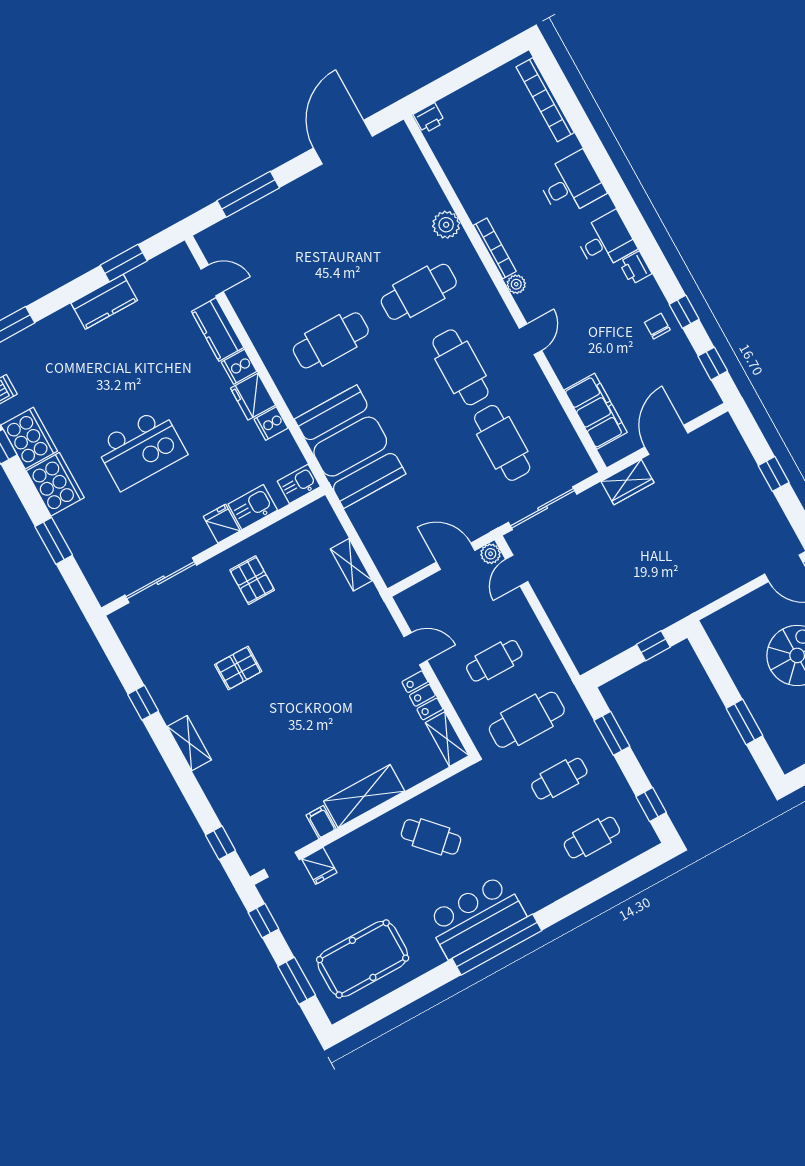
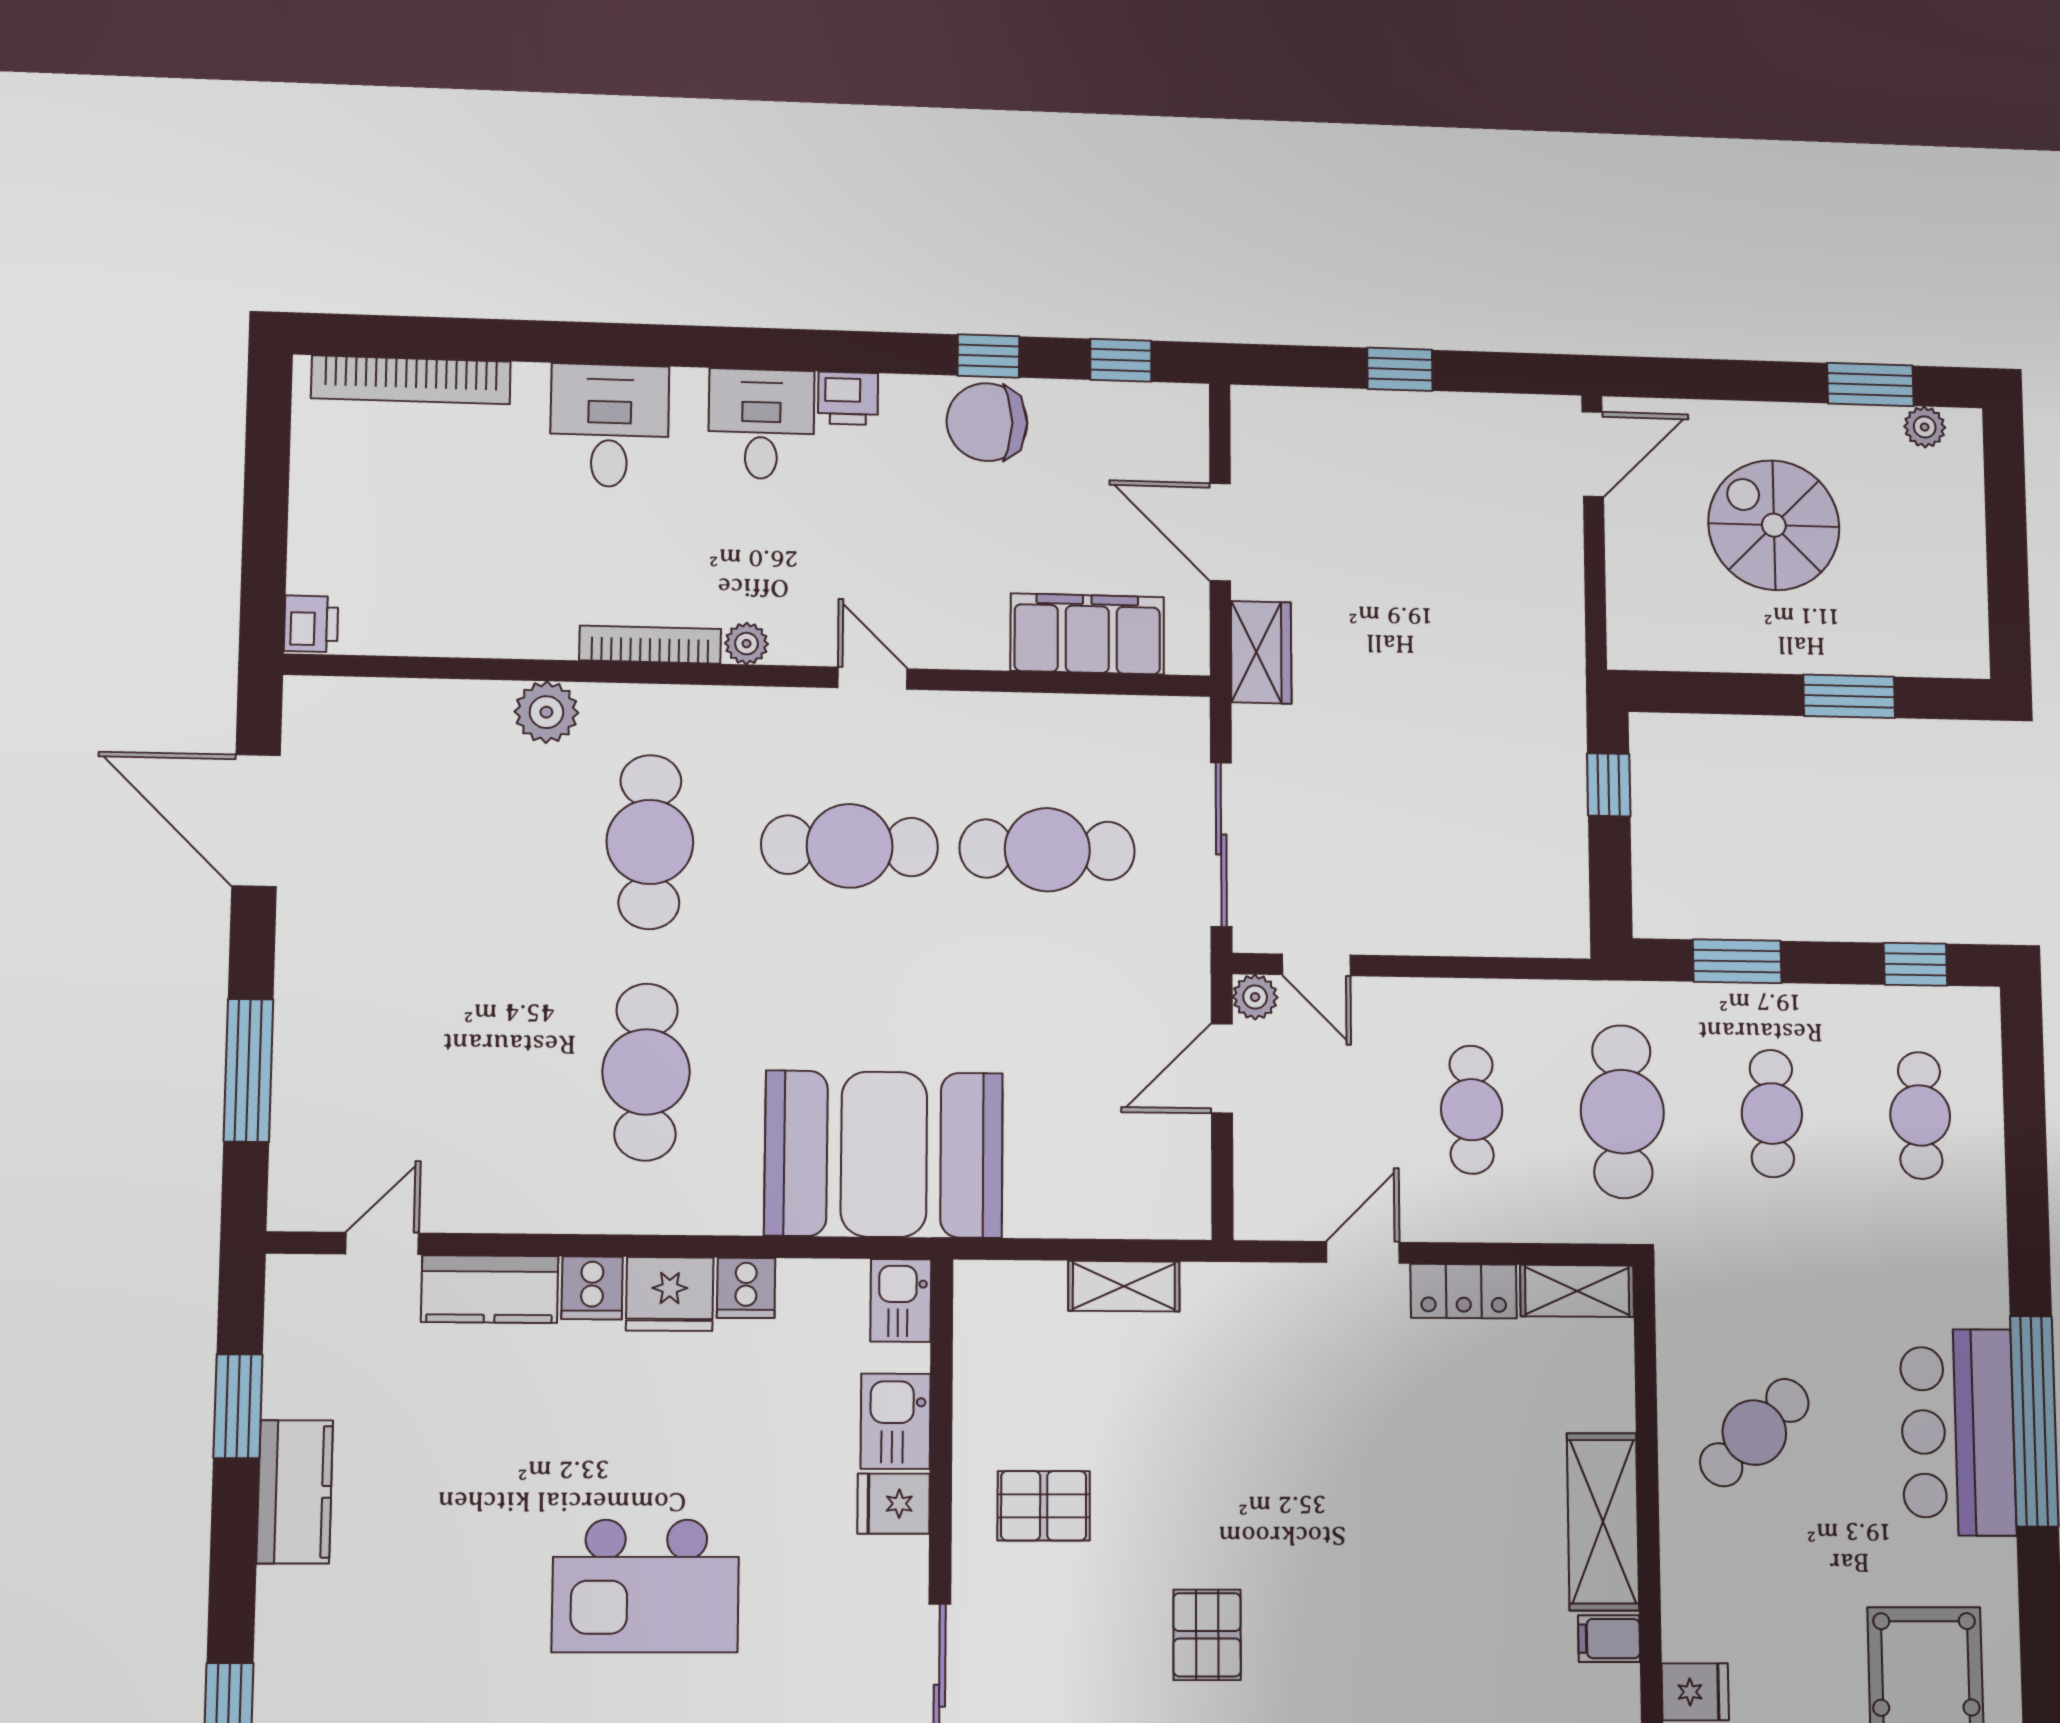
chair: (657, 326) -> (987, 422), width x1.87, depth x1.87
kitchen island: (141, 449) -> (646, 1586), turned 90

